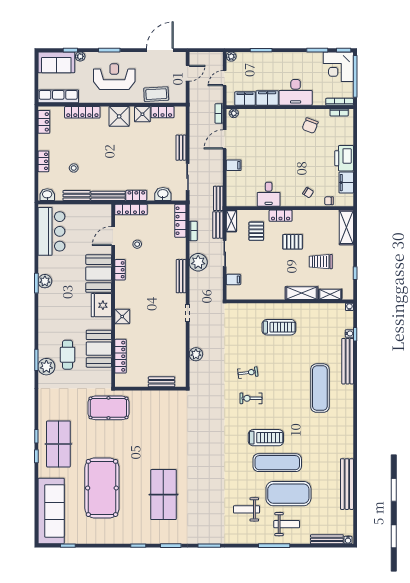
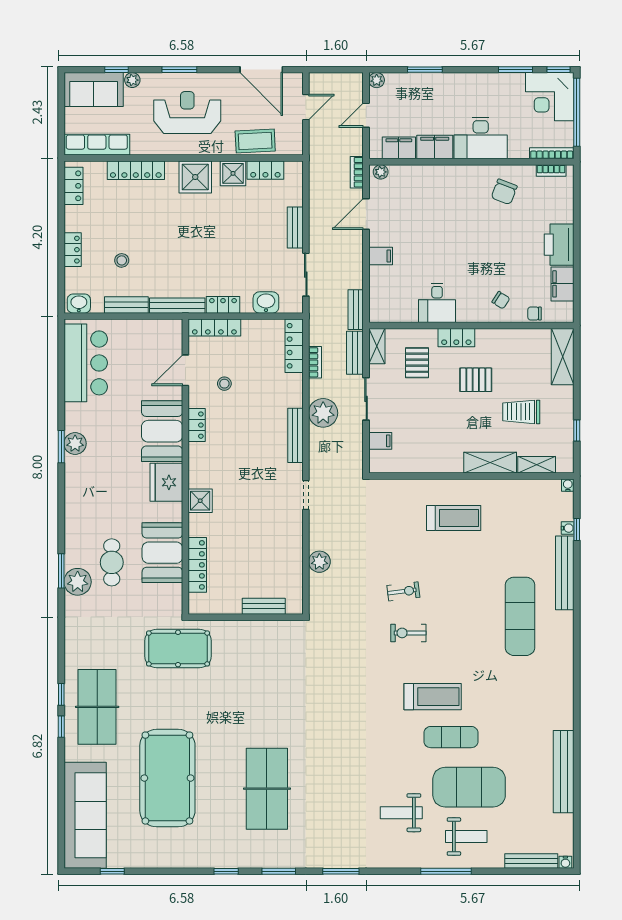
door: (160, 50) -> (261, 70), swing flipped
exercise mat: (277, 463) -> (451, 737), width x0.73, depth x0.69

